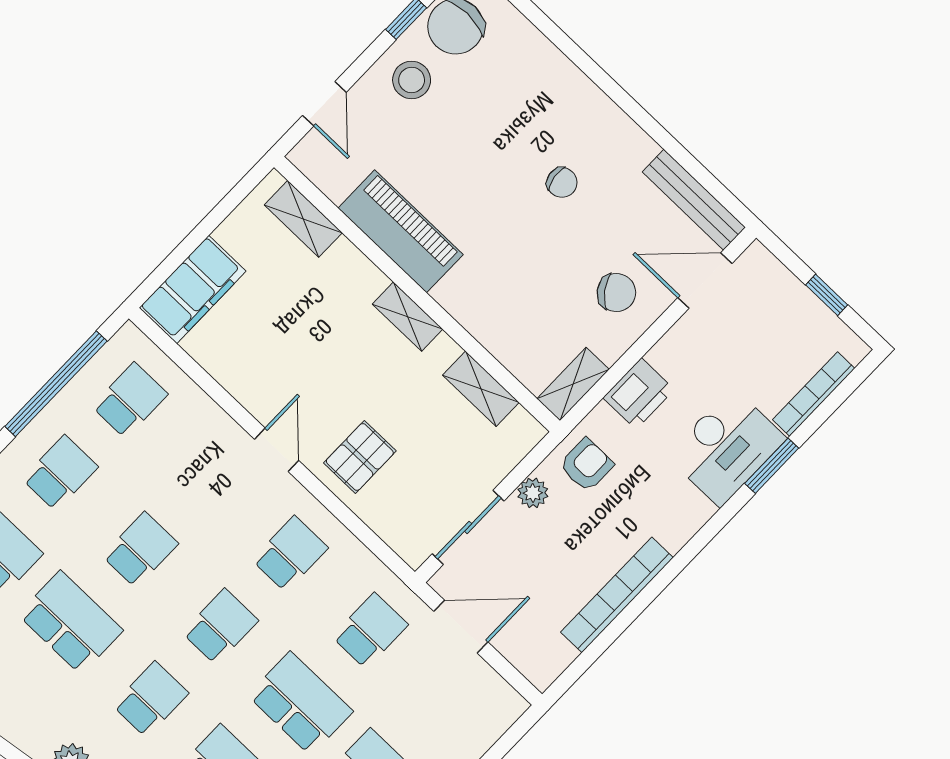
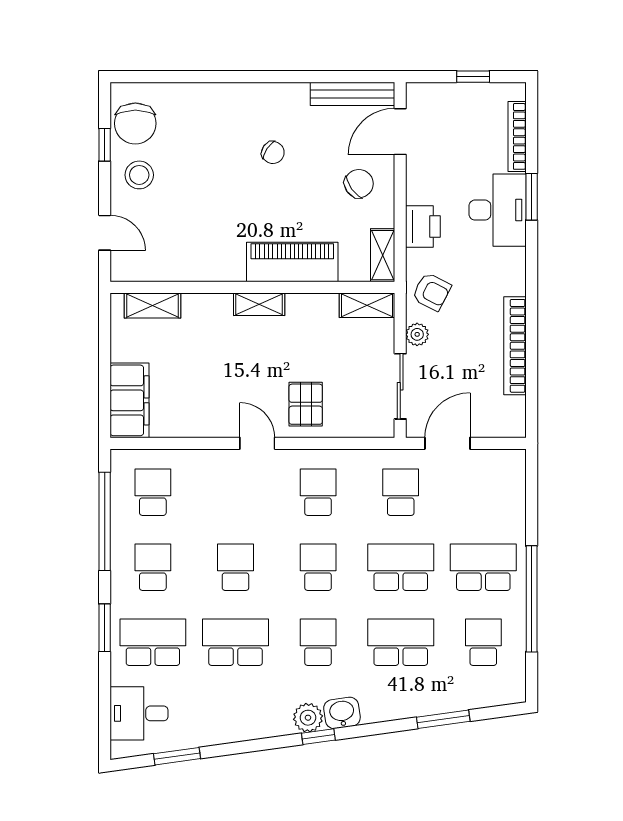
chair: (562, 182) -> (273, 153), turned 42
piano: (401, 231) -> (292, 262), moved
shelving: (481, 389) -> (367, 305), moved
armchair: (586, 465) -> (432, 292), turned 117

